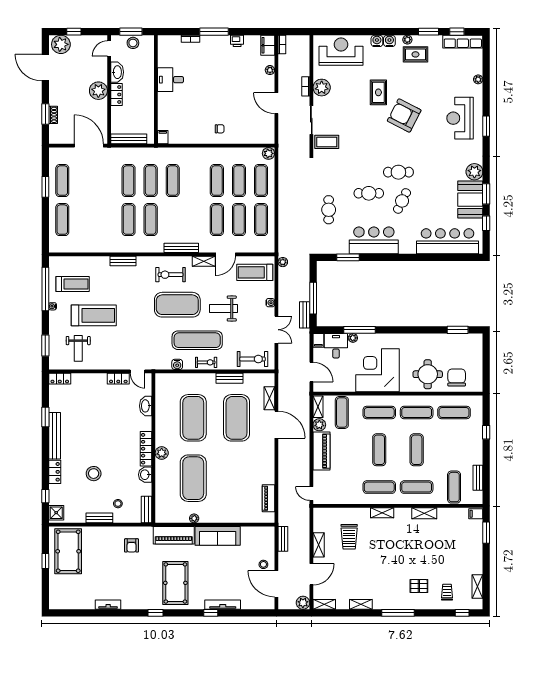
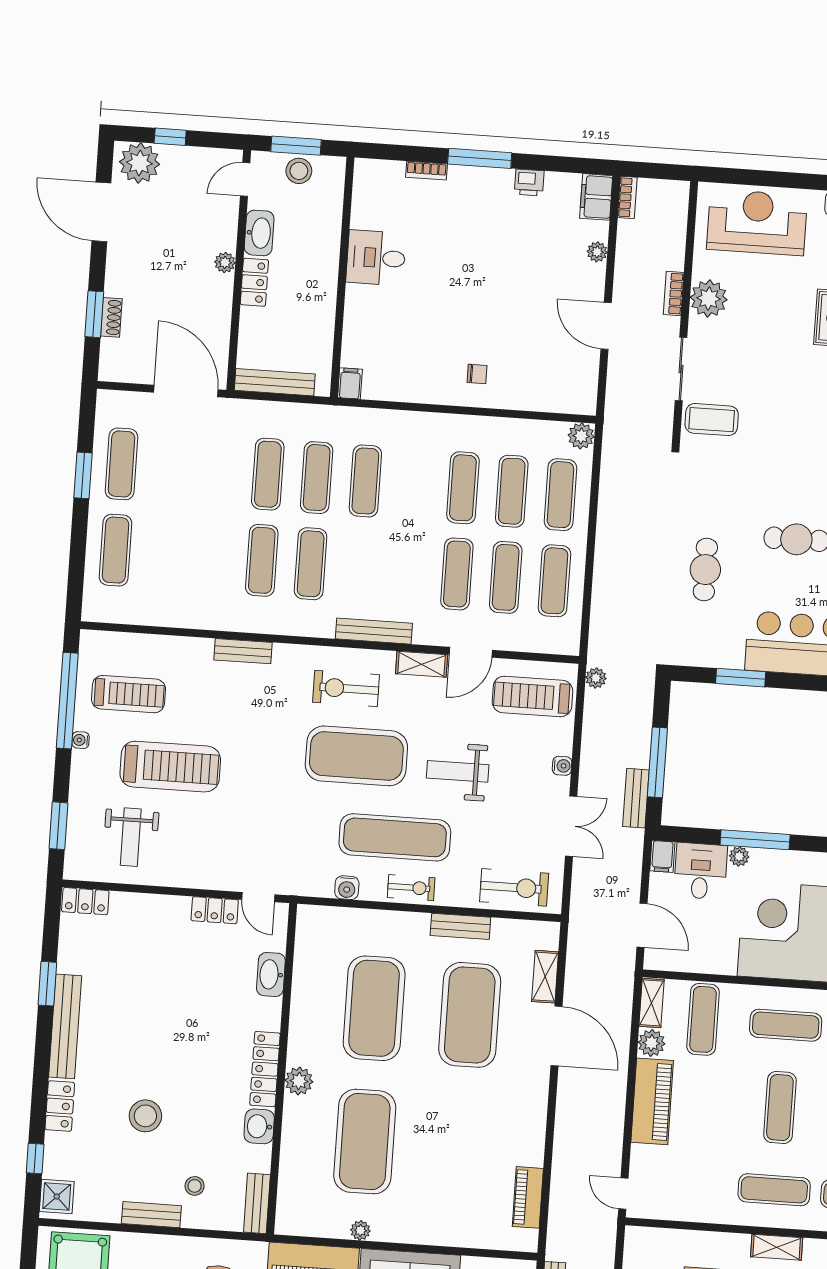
plant: (98, 91) -> (225, 262), width x0.53, depth x0.53

